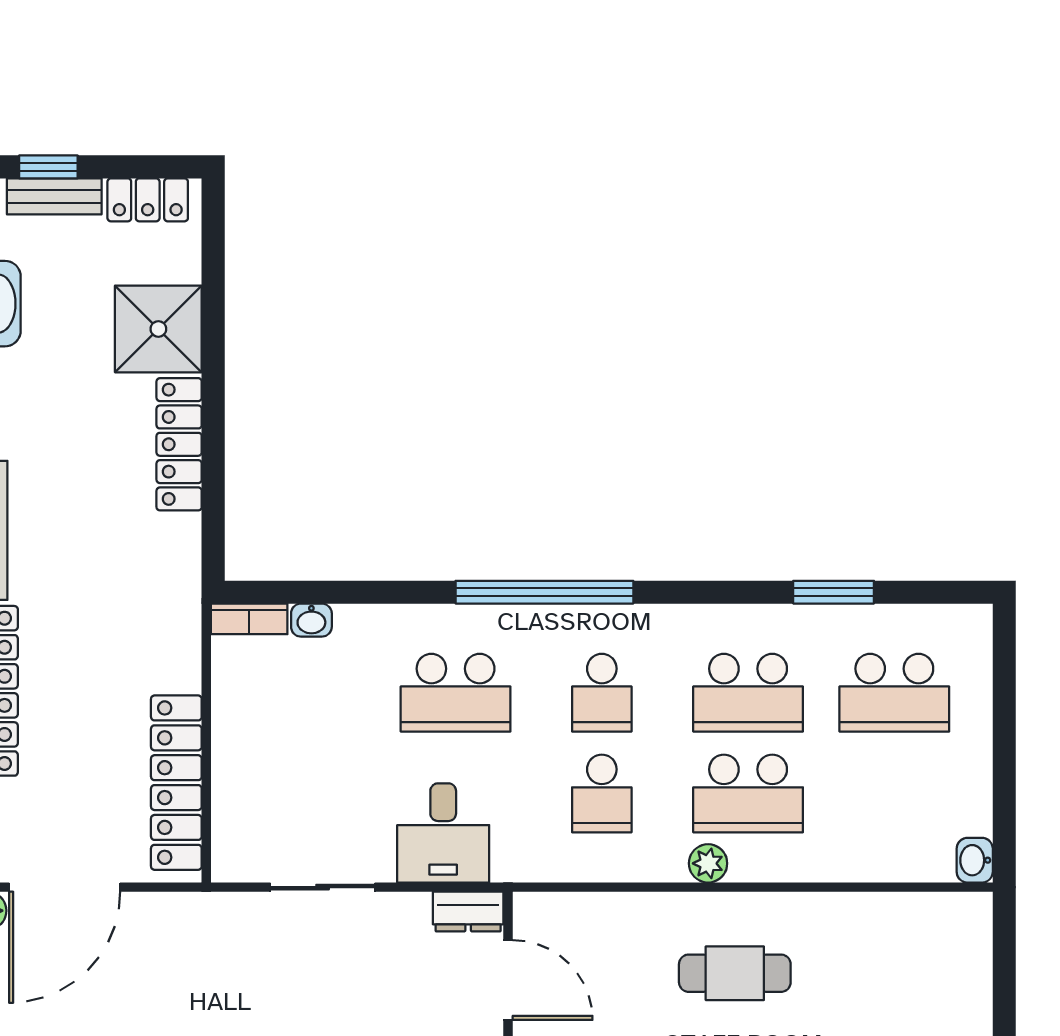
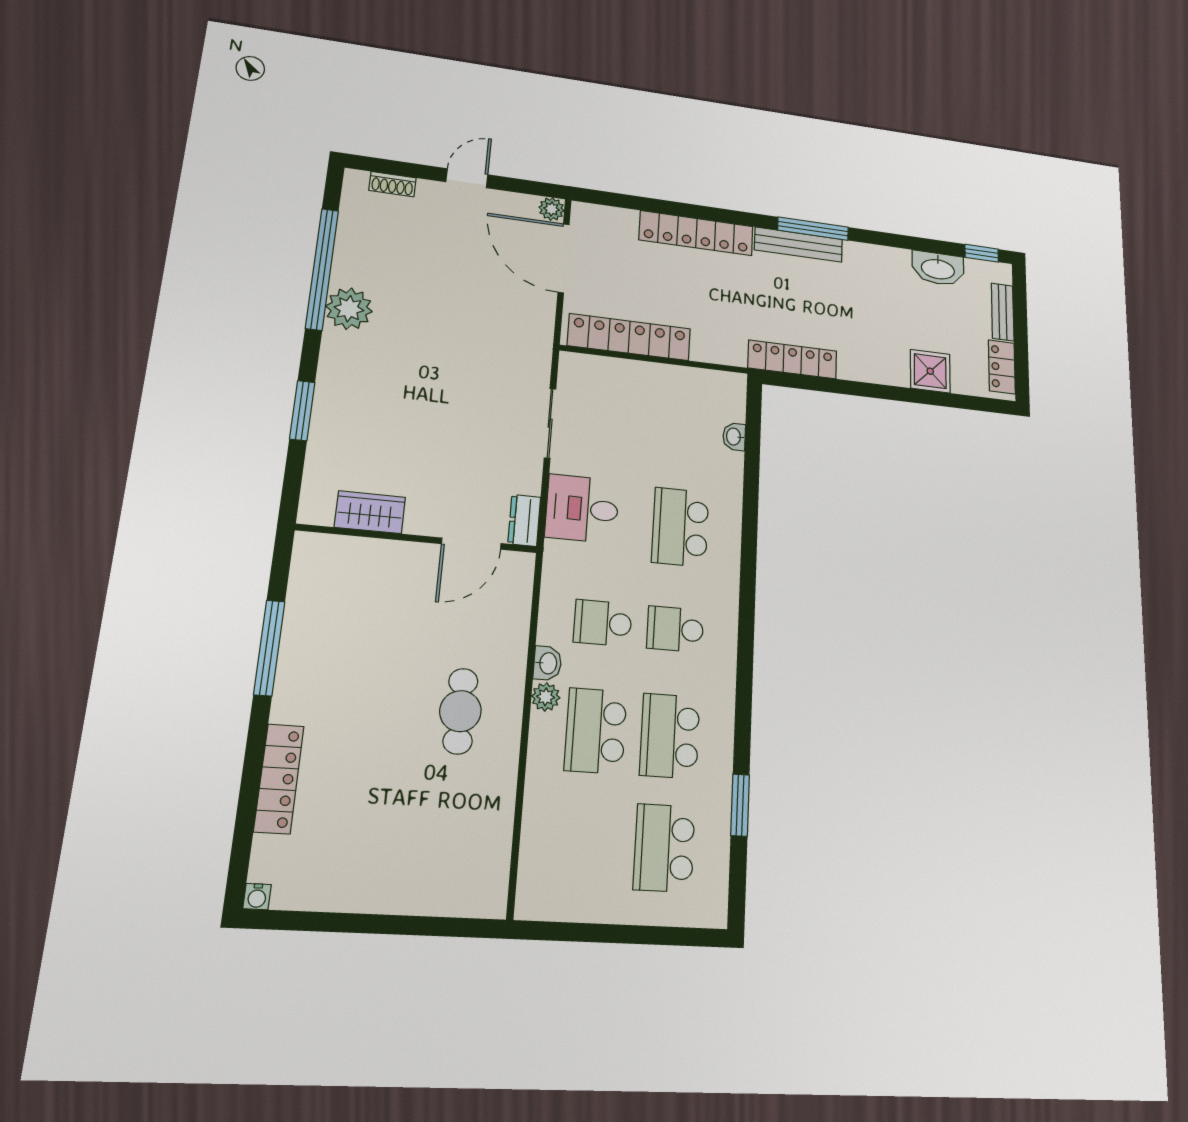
window: (48, 167) -> (1020, 311), removed
shower: (158, 329) -> (930, 371), width x0.73, depth x0.73
locker: (179, 444) -> (792, 359), moved
window: (544, 592) -> (747, 595), removed
bookcase: (249, 619) -> (736, 397), removed
washbasin: (975, 860) -> (547, 663), moved, turned 90

